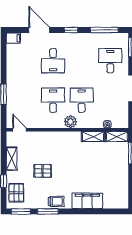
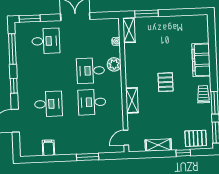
filing cabinet: (13, 38) -> (48, 148), moved
desk: (110, 61) -> (46, 41), turned 180
plant: (71, 122) -> (114, 64), moved
shelving: (93, 137) -> (132, 100), moved
pallet: (43, 171) -> (166, 82), moved

